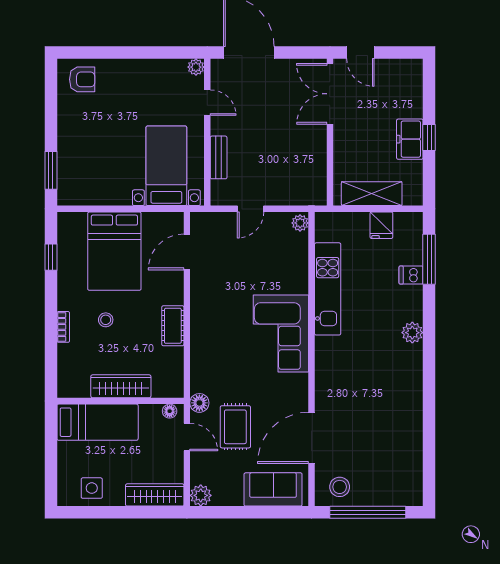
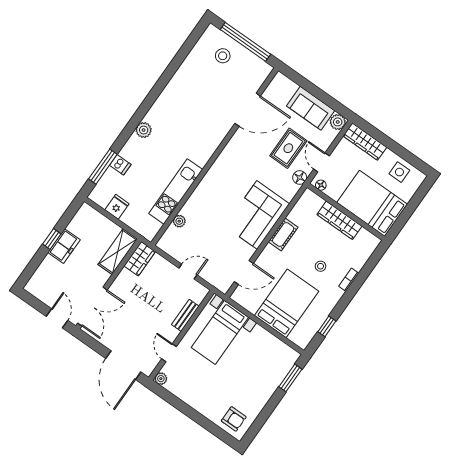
armchair: (82, 79) -> (234, 419), turned 180
wardrobe: (315, 185) -> (140, 259), added
shelving: (372, 194) -> (118, 252), moved, turned 90
plant: (300, 223) -> (179, 221), moved
corner sofa: (281, 333) -> (257, 215), moved, turned 180
bed: (98, 422) -> (372, 203), width x1.50
stool: (340, 487) -> (223, 56), moved
sofa: (273, 489) -> (311, 108), moved

